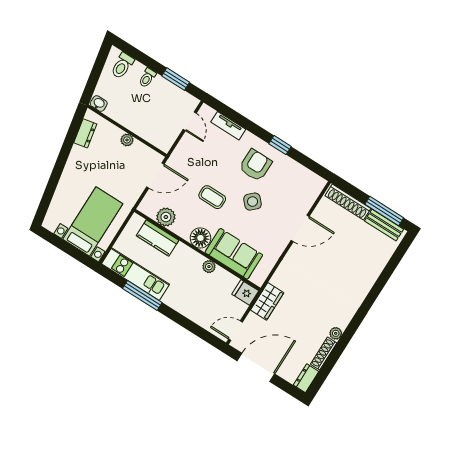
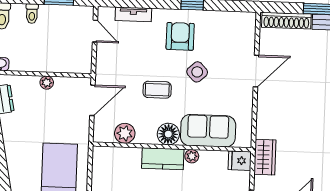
kitchen counter: (158, 238) -> (163, 159), moved

